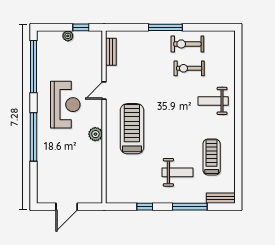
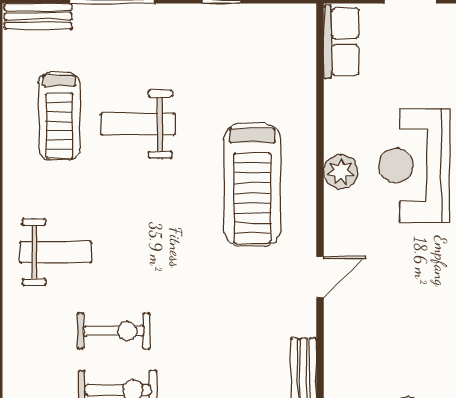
reception desk: (65, 105) -> (414, 166), moved
weight bench: (178, 172) -> (138, 124), moved
row of seats: (95, 188) -> (341, 42), added

